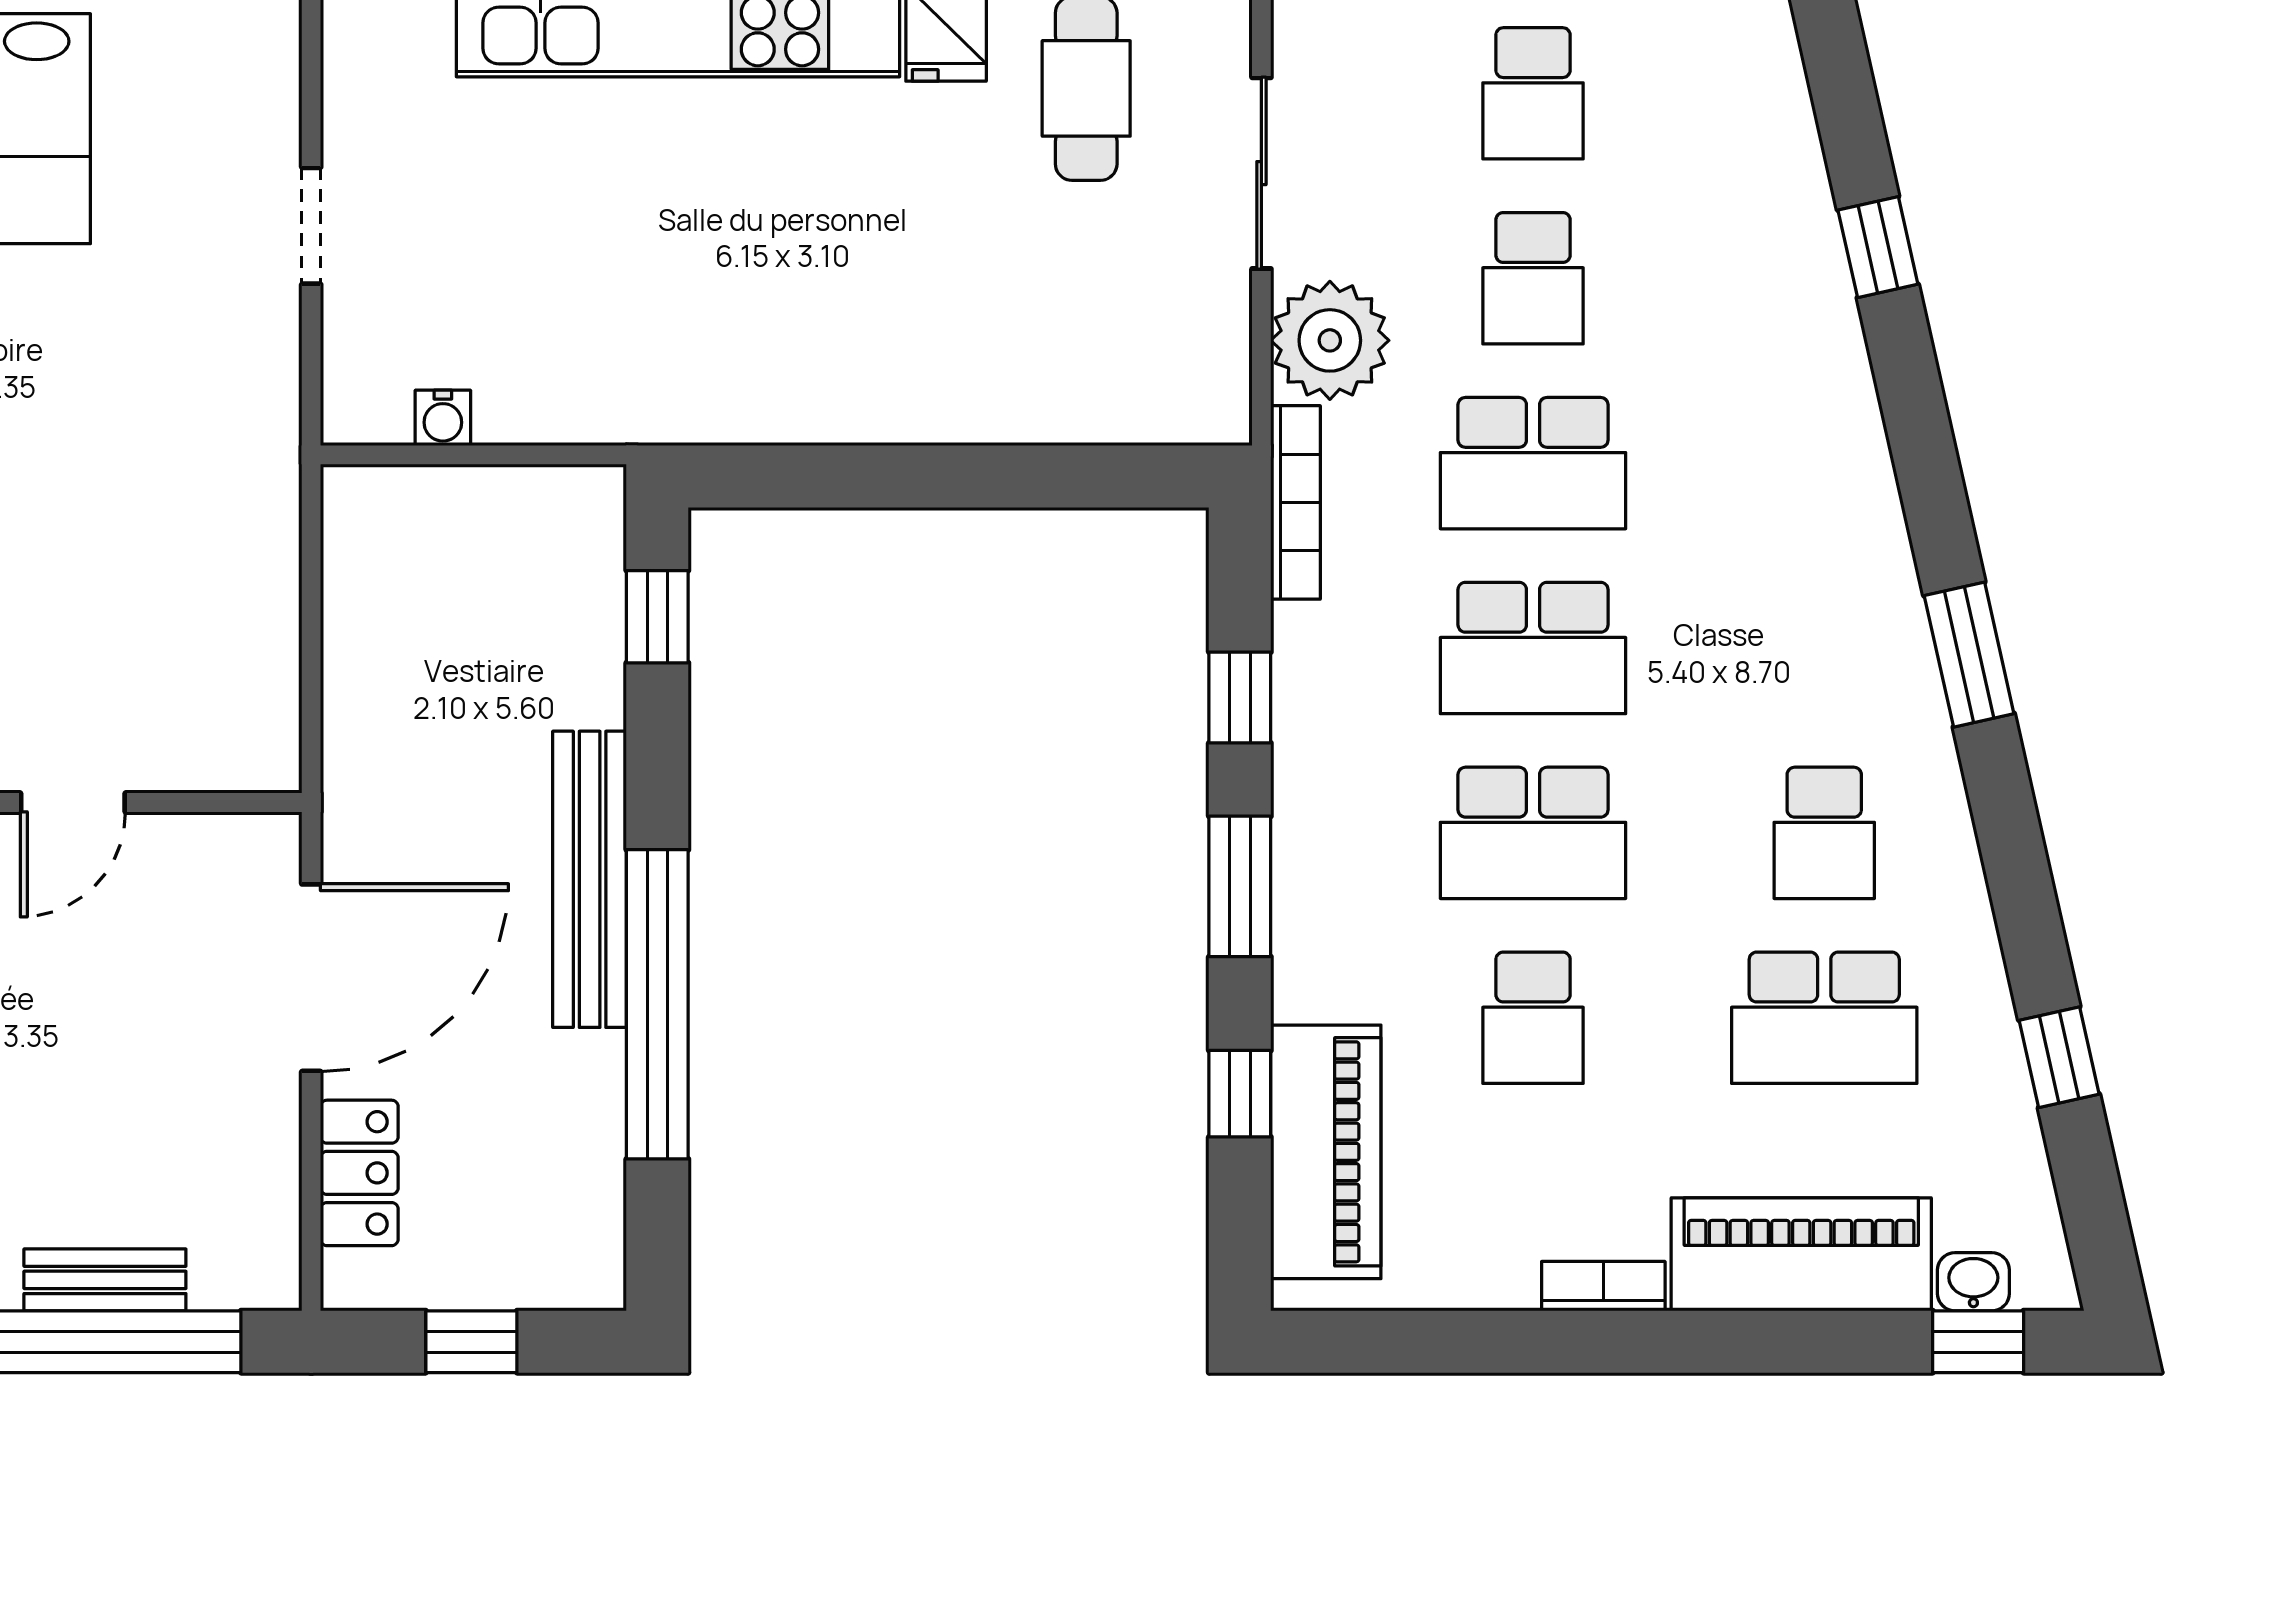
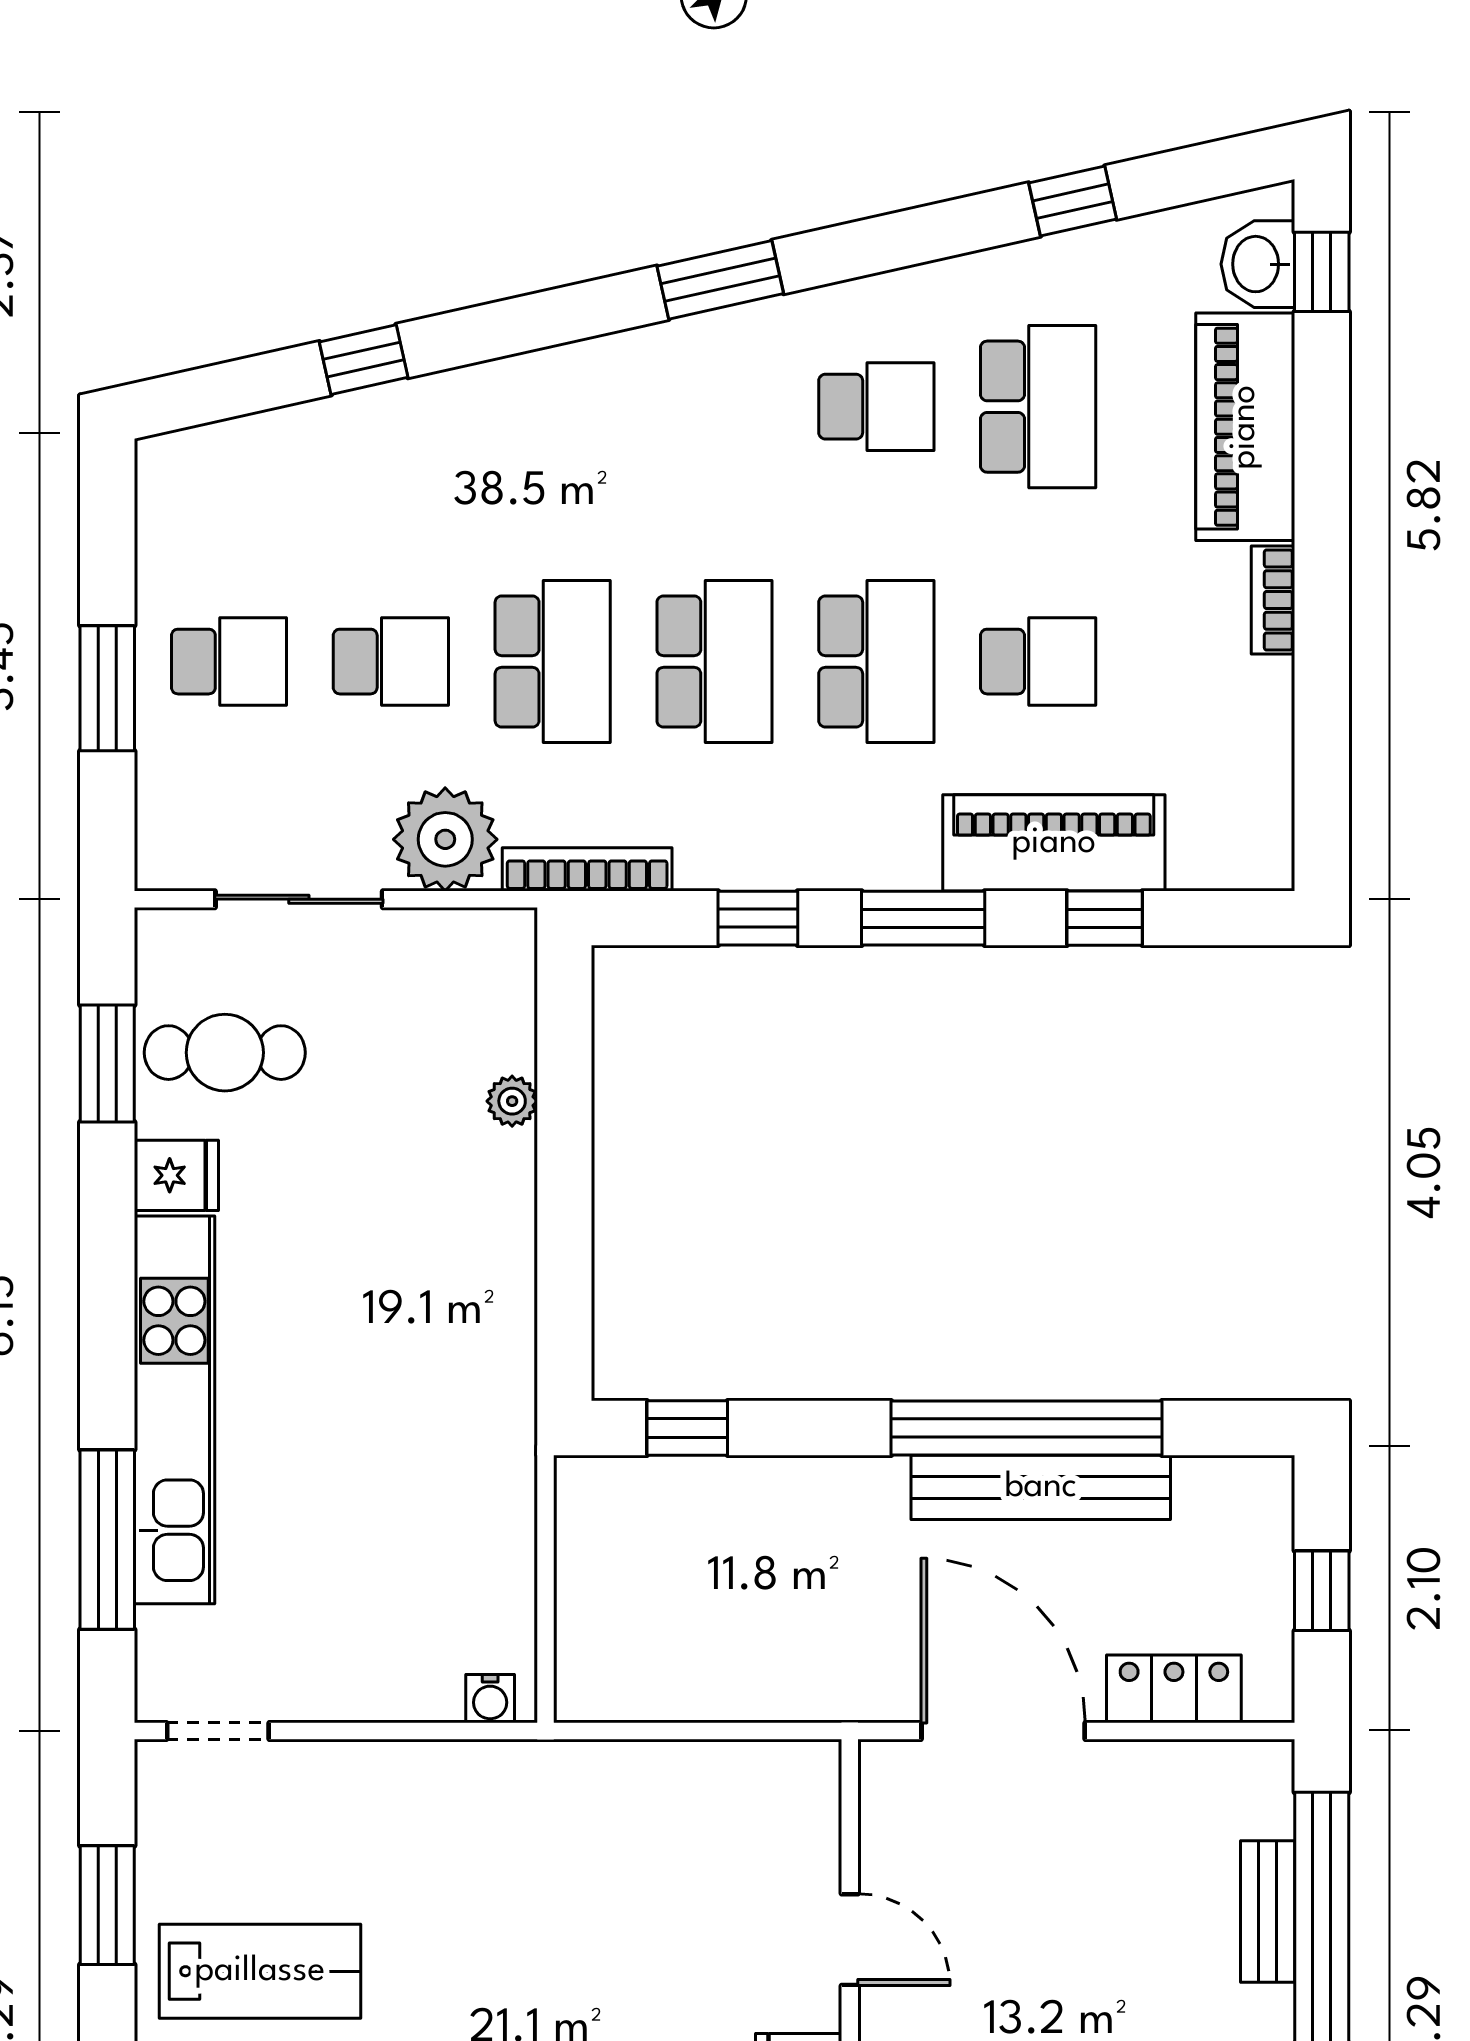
doorway: (311, 226) -> (218, 1731), moved
plant: (1031, 417) -> (512, 1101), added
water cooler: (443, 418) -> (490, 1699), moved, turned 90
bench: (590, 879) -> (1041, 1487), moved
piano: (1326, 1152) -> (1054, 843), moved
washbasin: (1973, 1282) -> (1258, 264), width x1.38, depth x1.45

